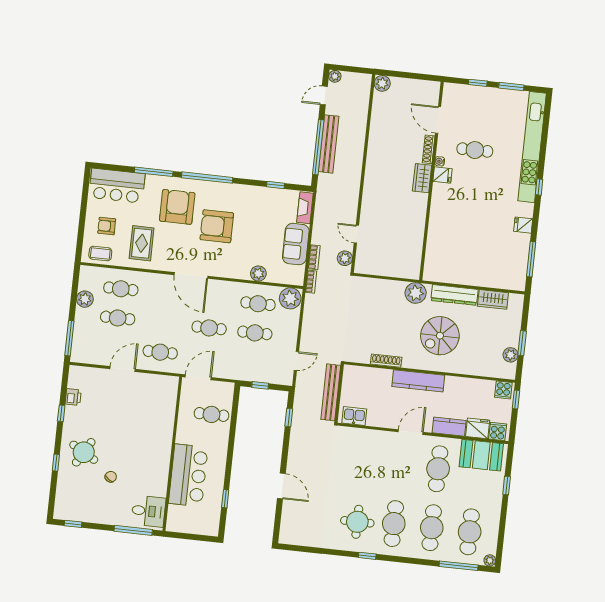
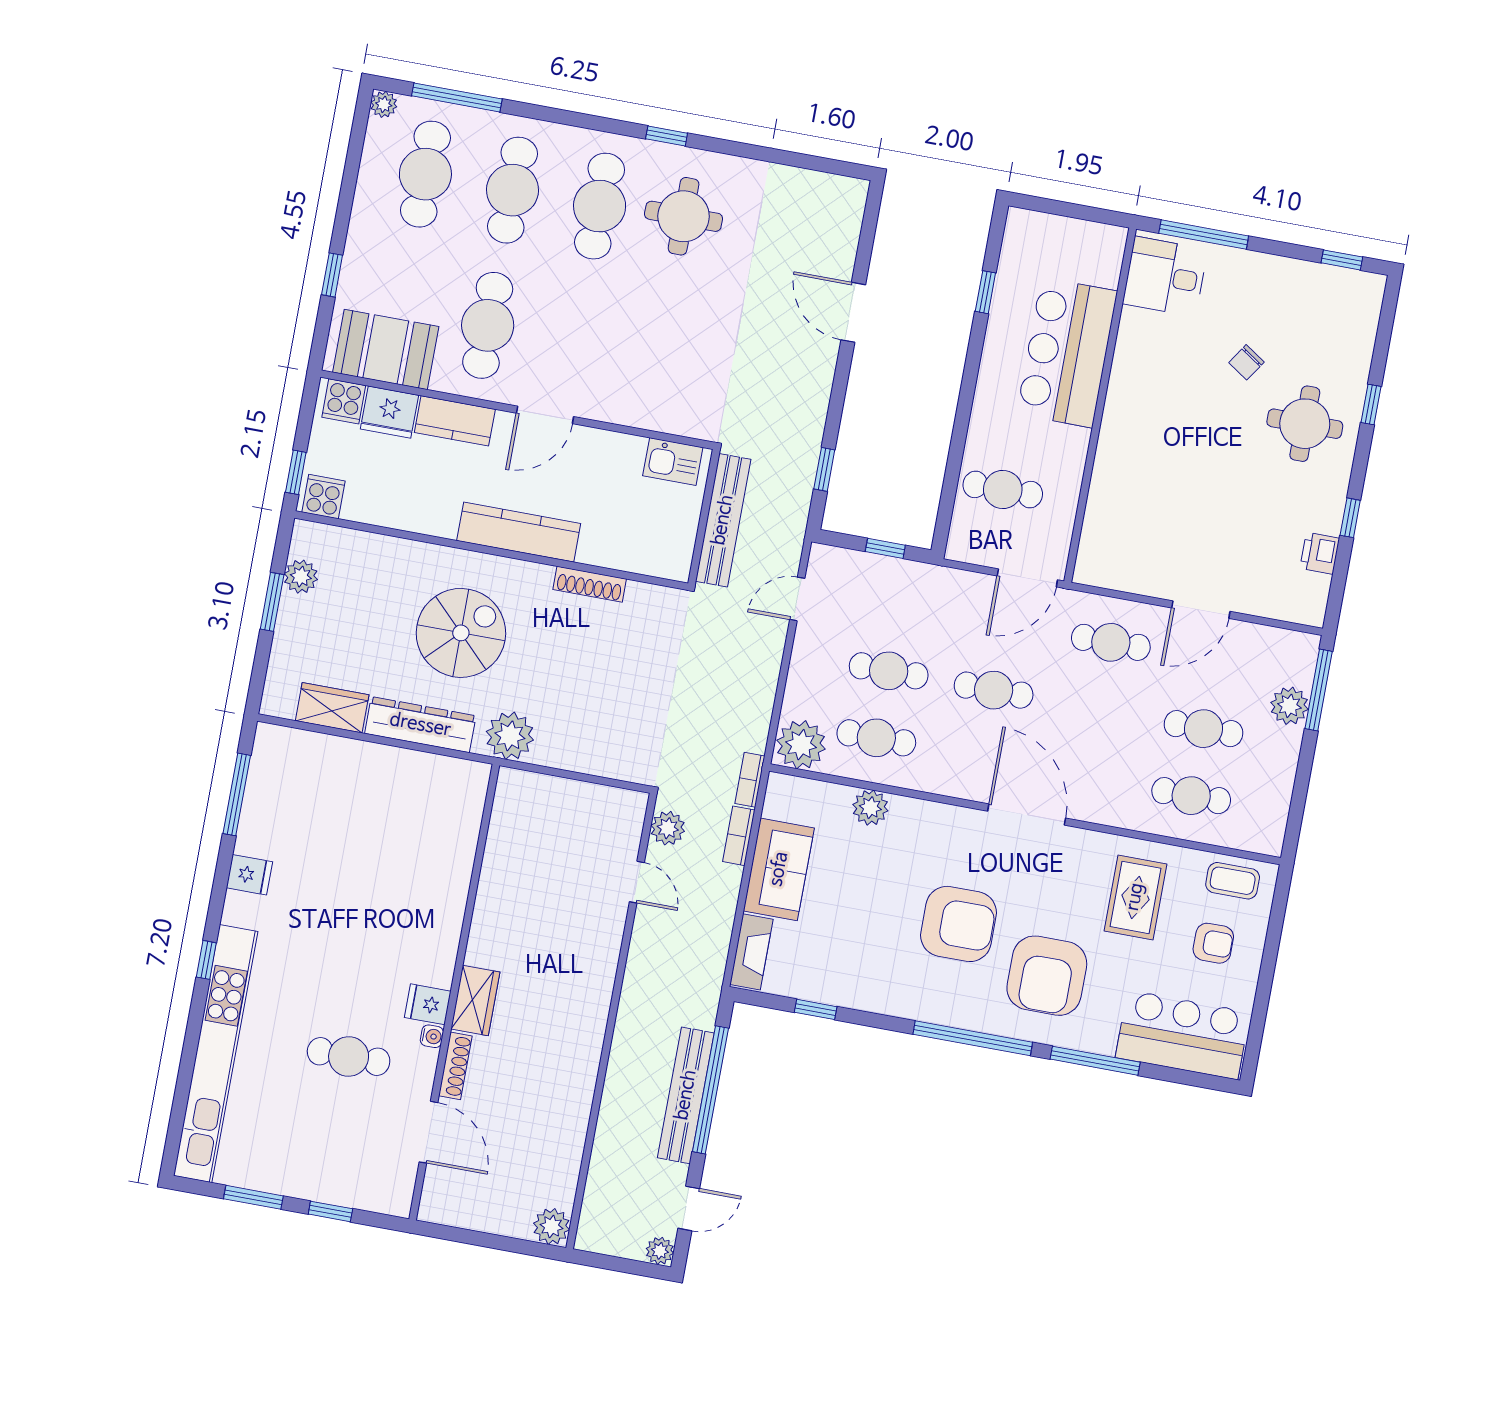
plant: (85, 299) -> (1289, 706), moved
round table: (84, 452) -> (1305, 424), turned -30

